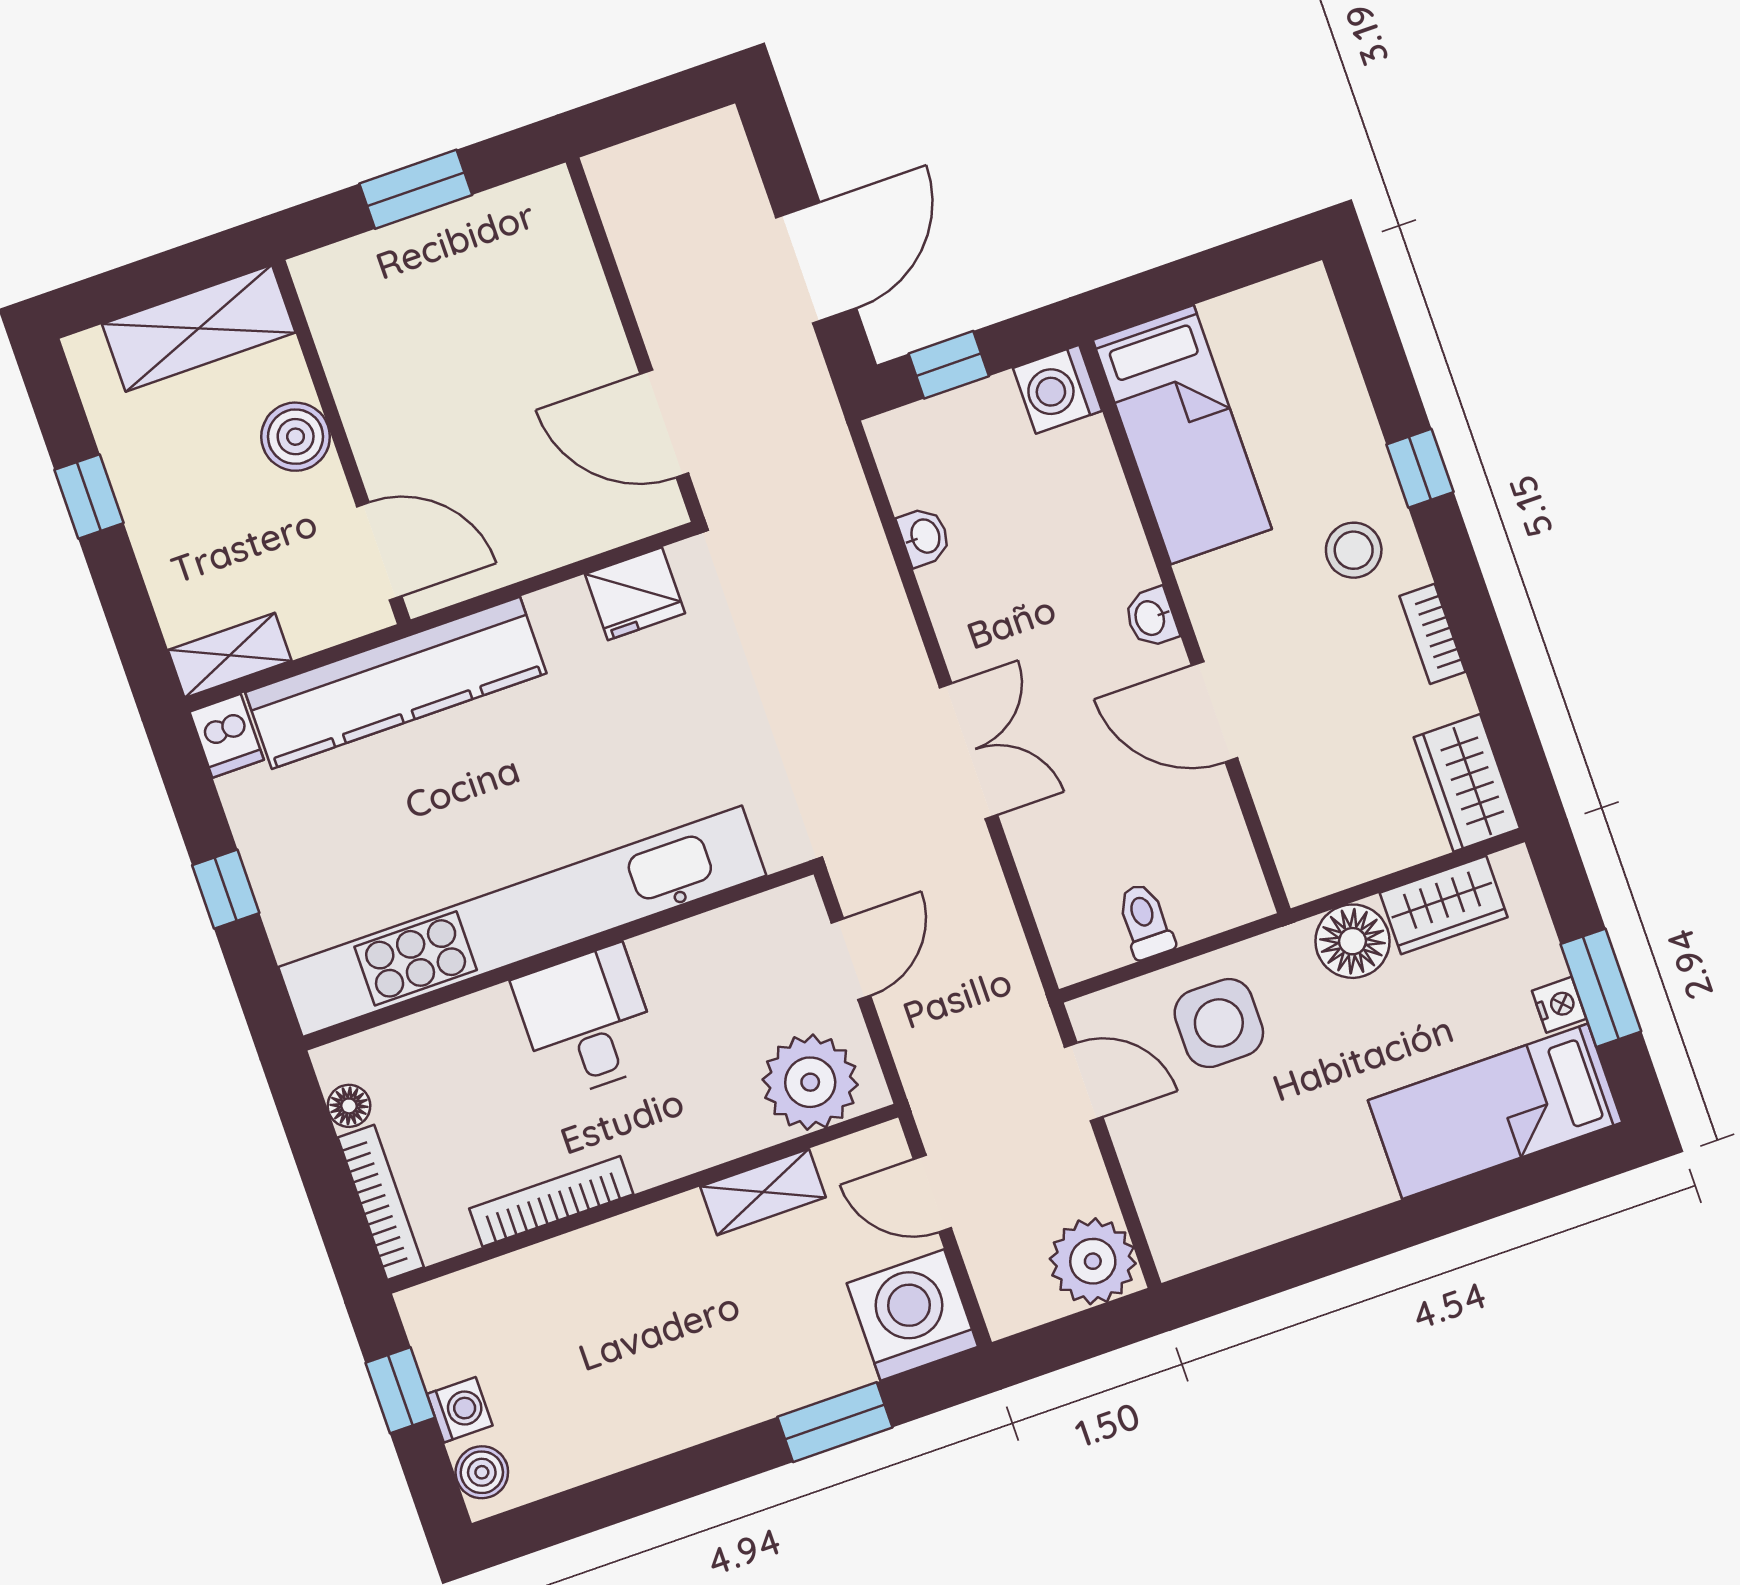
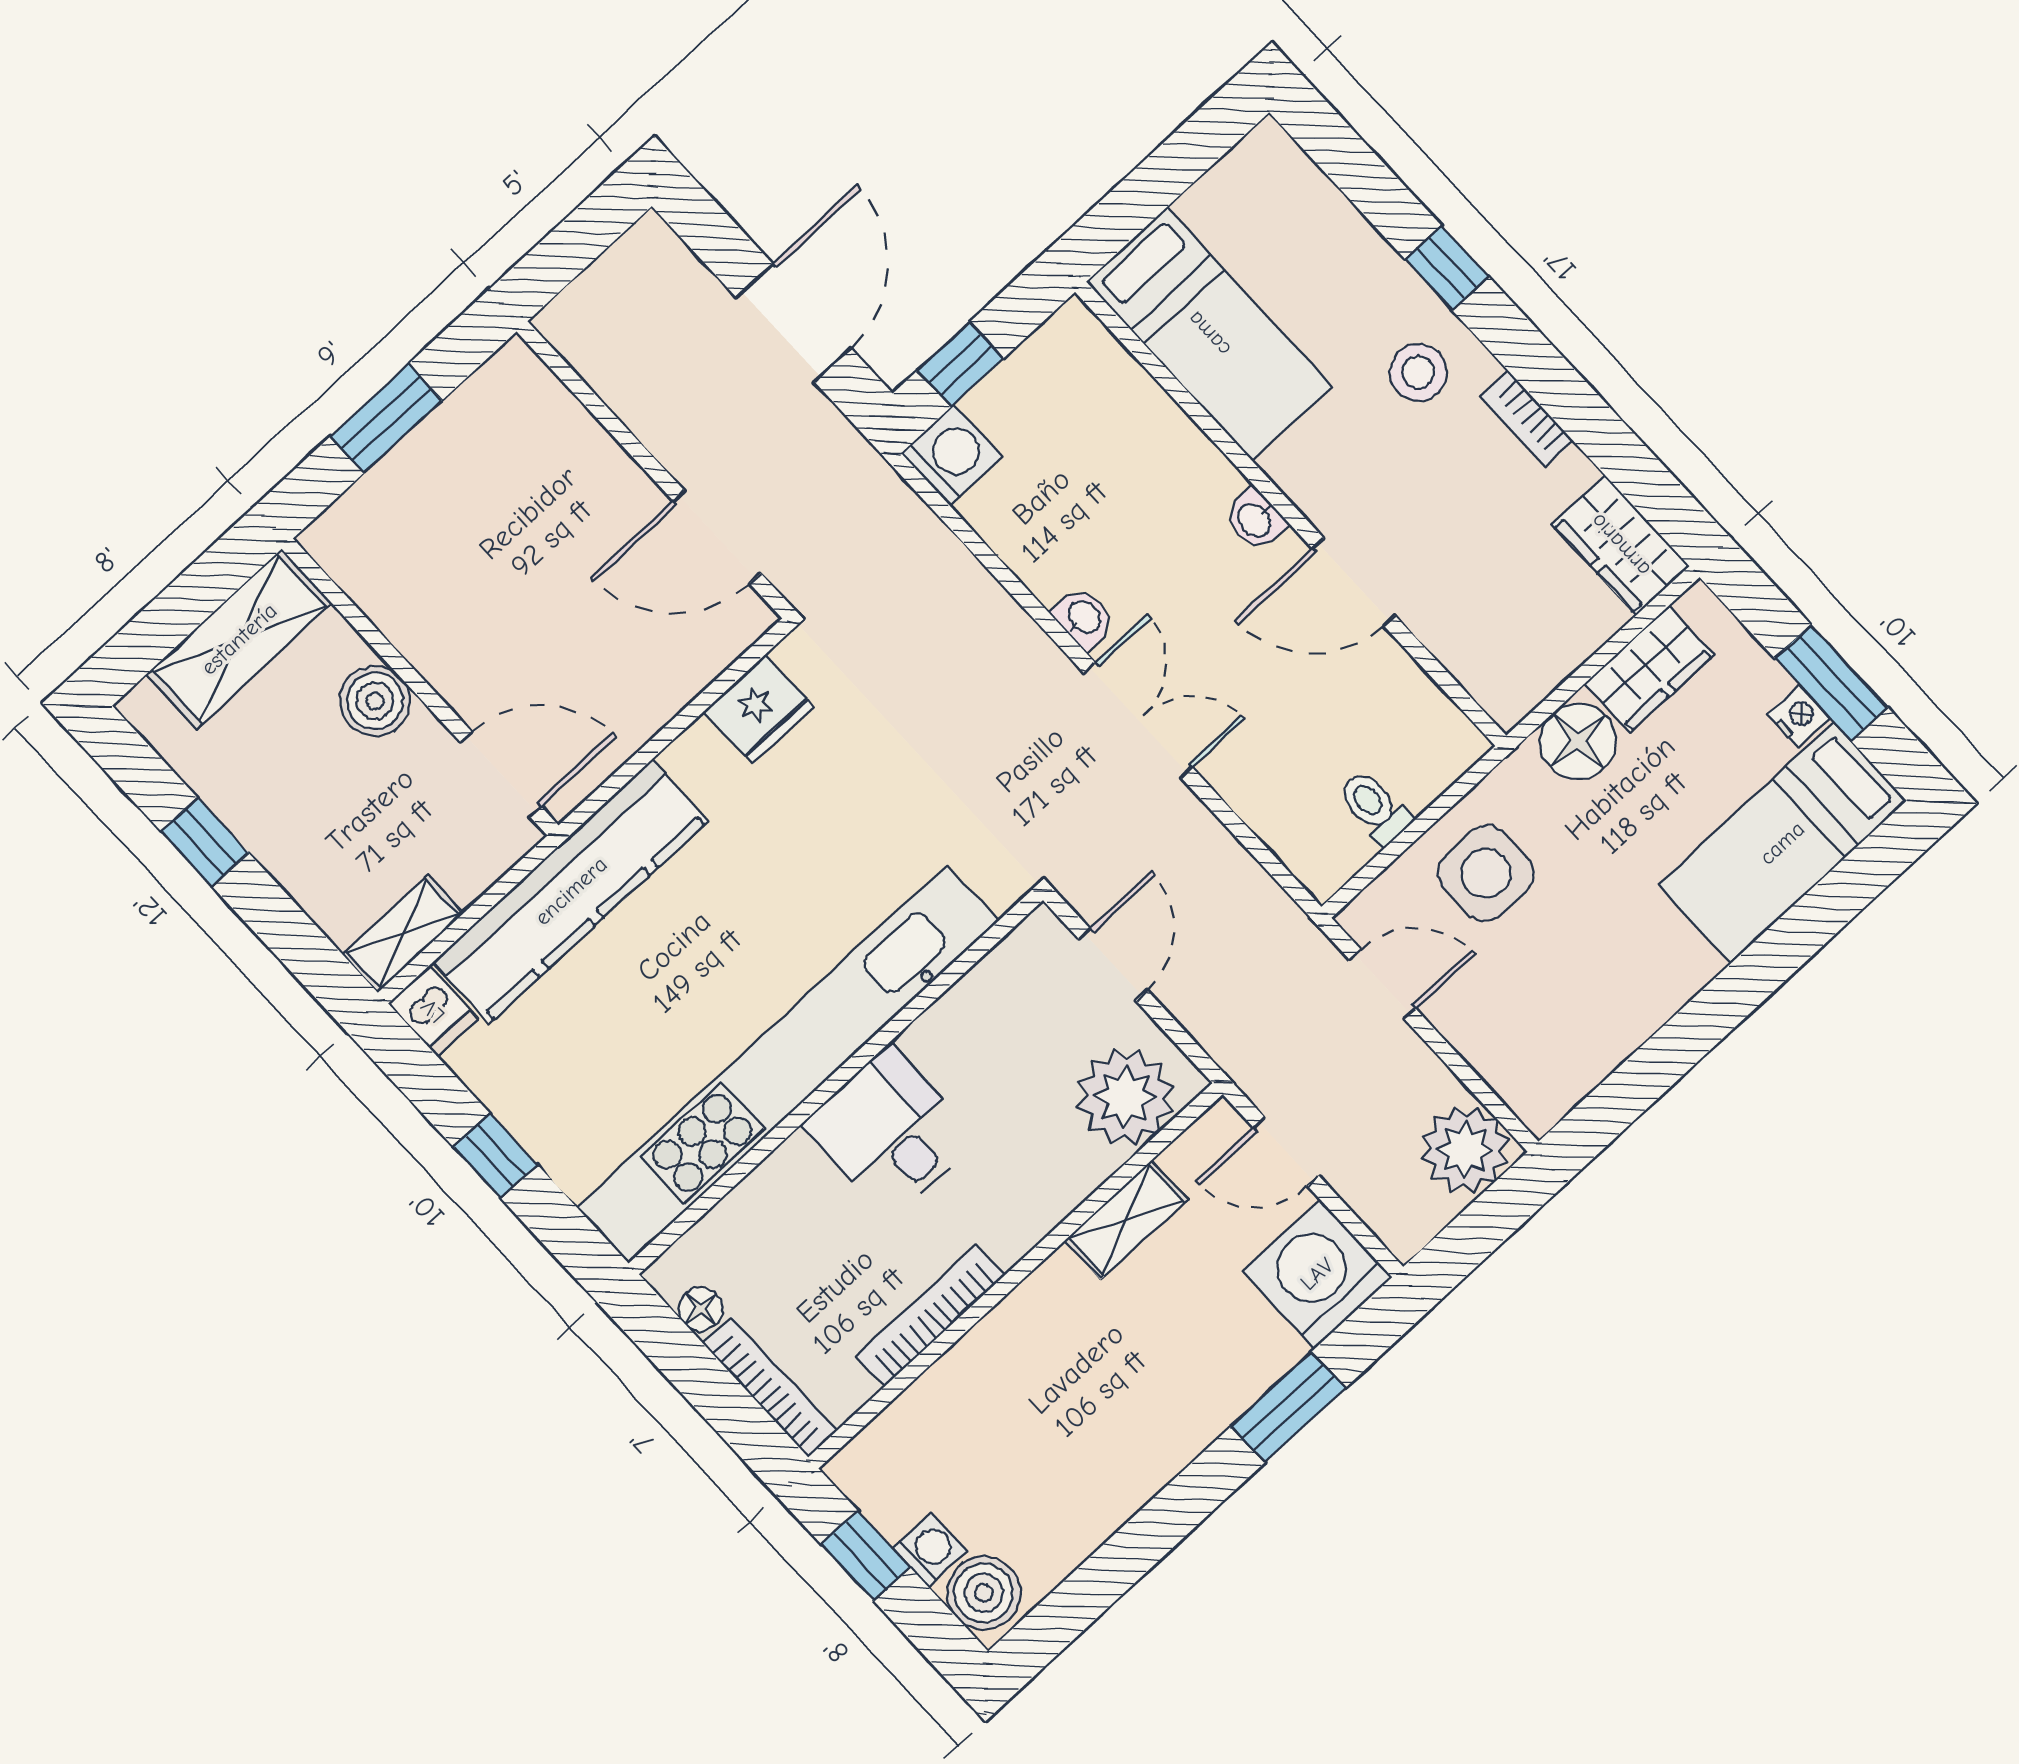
washing machine: (1058, 389) -> (952, 455), moved, turned 180
washbasin: (924, 536) -> (1084, 618), moved
boiler: (482, 1472) -> (984, 1593), width x1.36, depth x1.36

